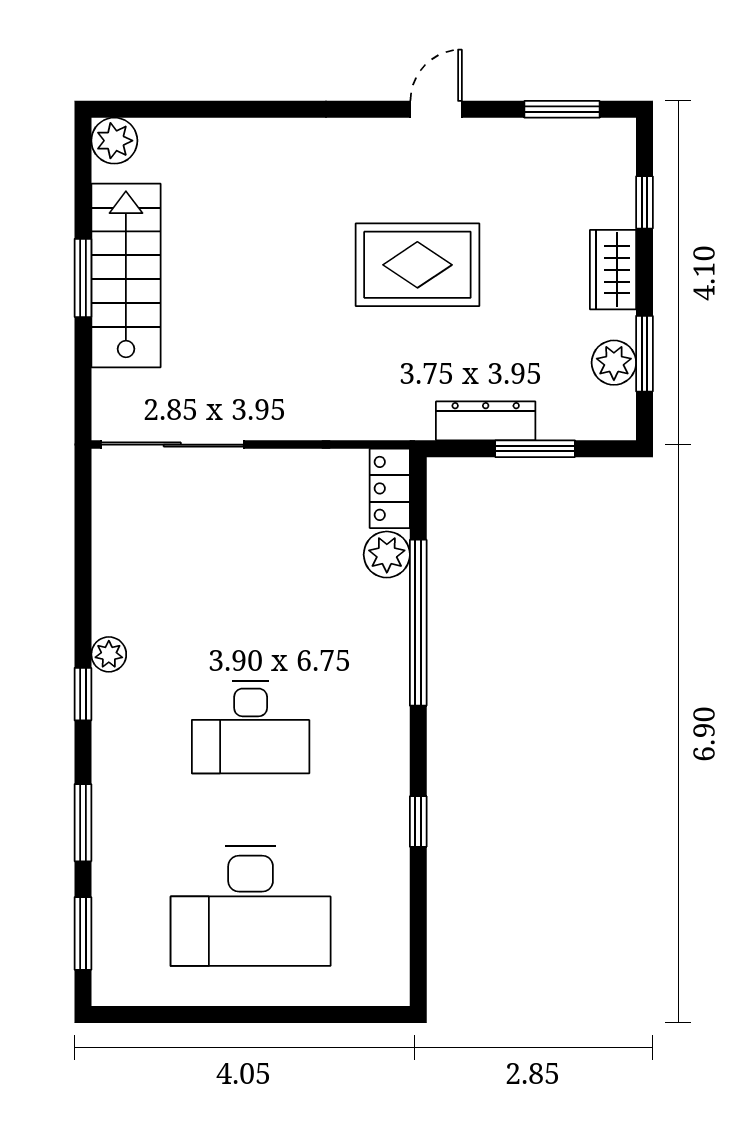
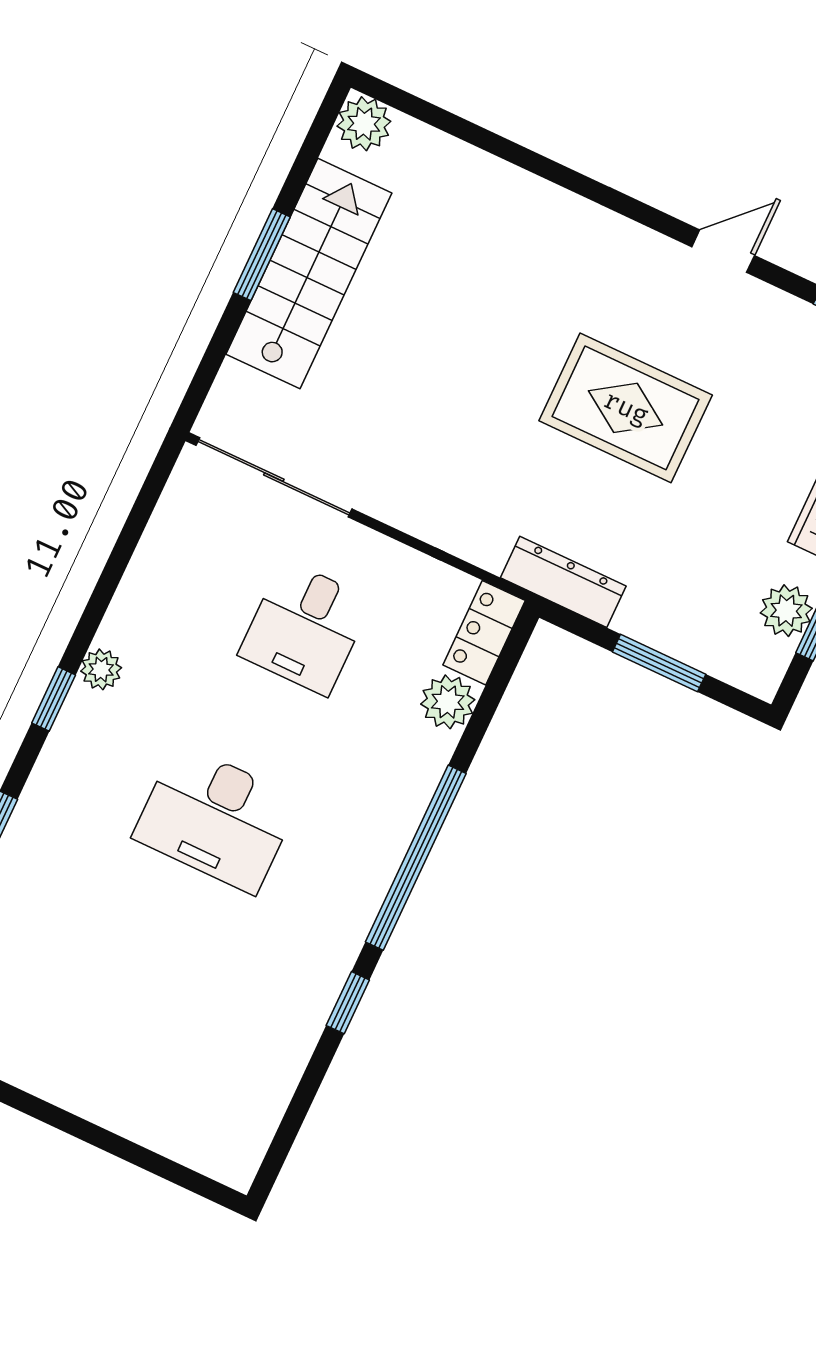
dresser: (486, 421) -> (563, 582), moved
window: (418, 623) -> (416, 858), moved
desk: (251, 906) -> (305, 628), moved, width x0.53, depth x0.77

